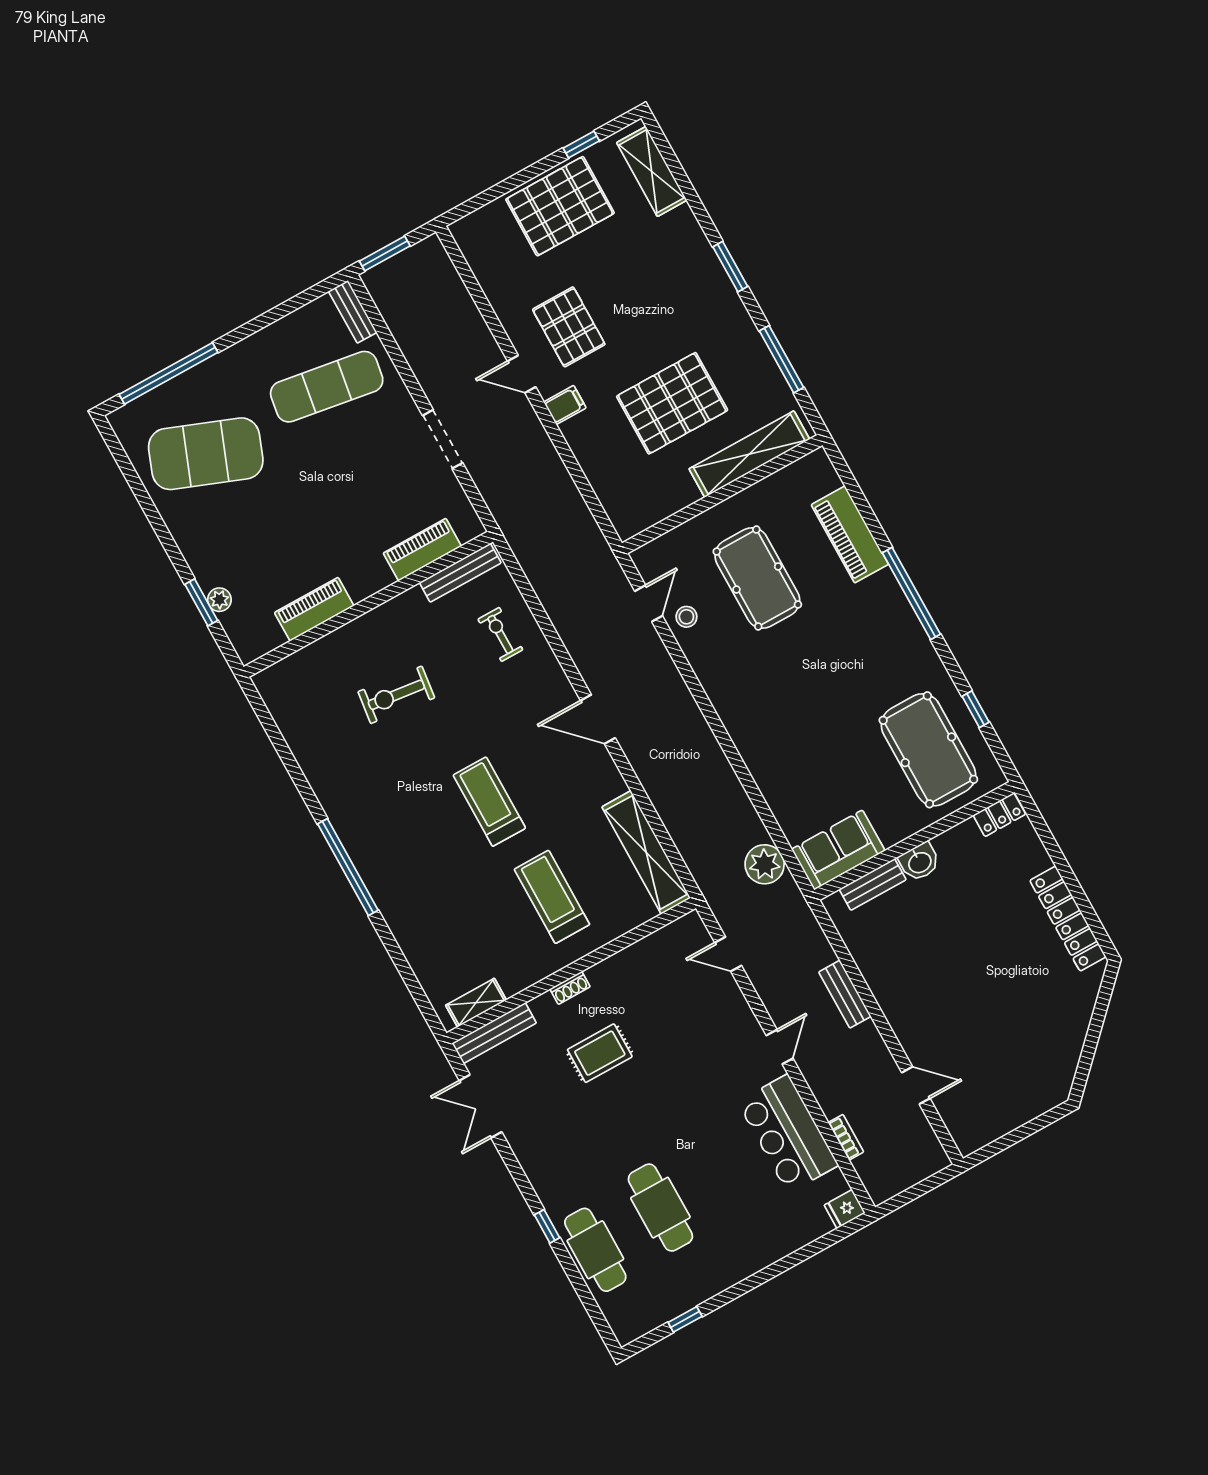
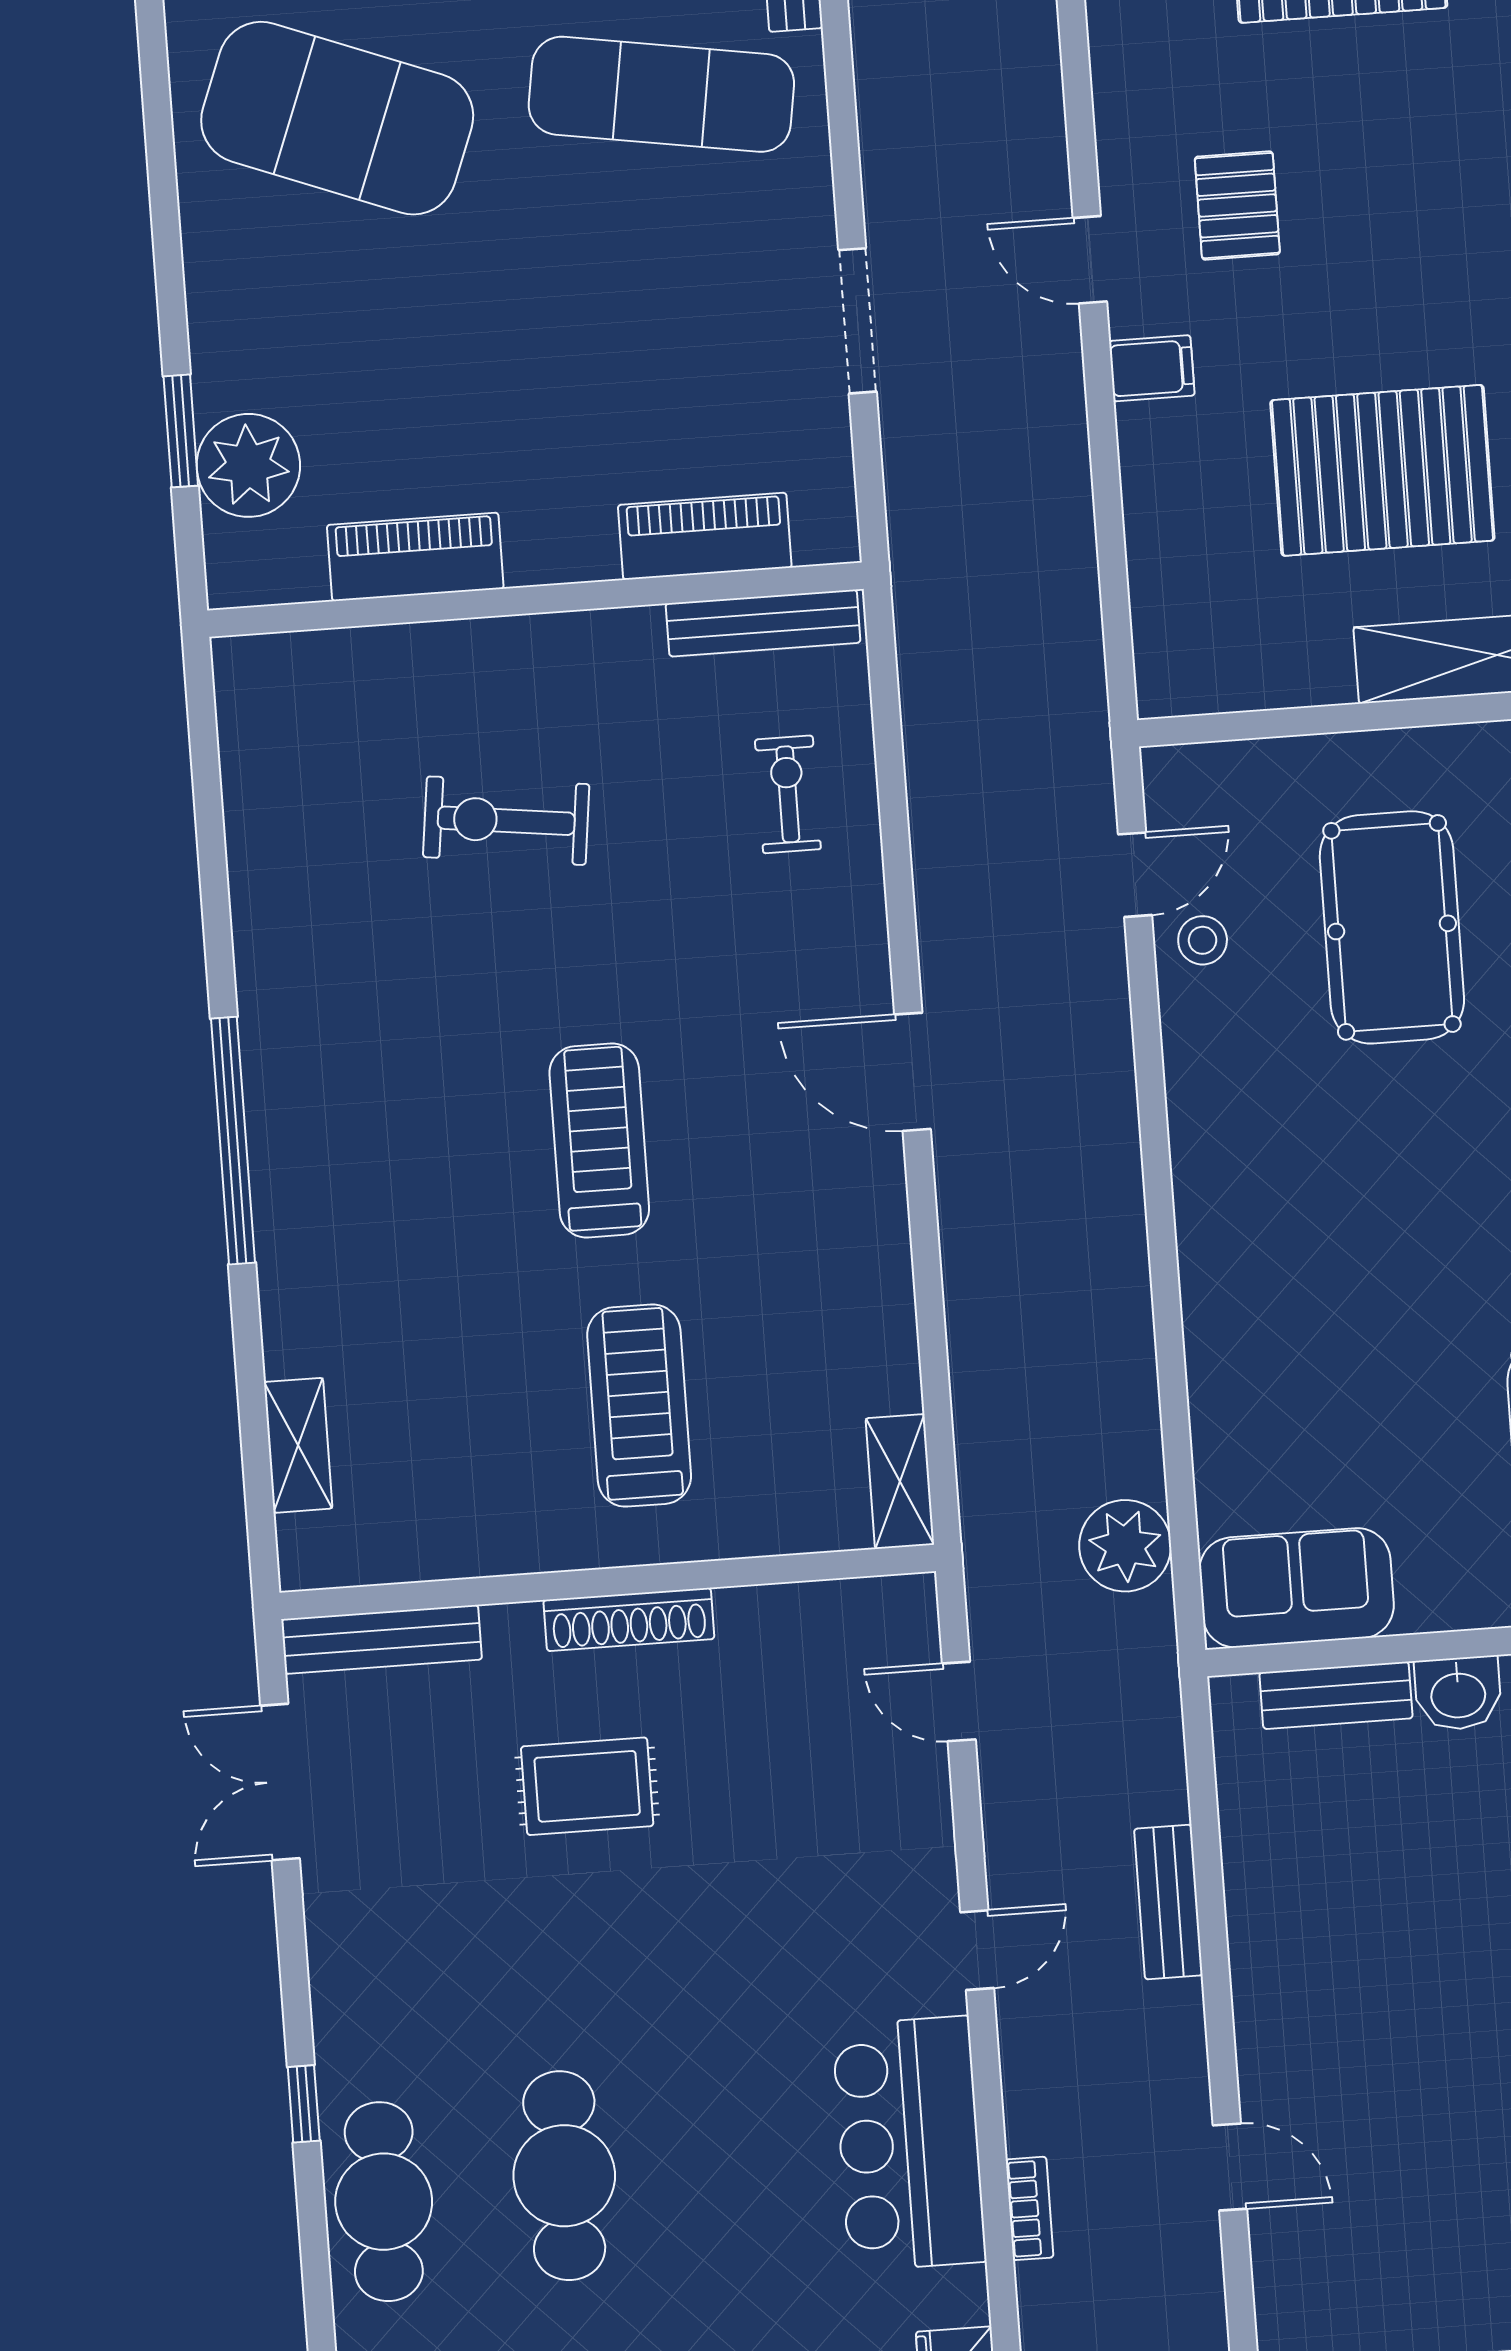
pallet: (569, 327) -> (1237, 206), width x0.67, depth x0.71
plant: (219, 600) -> (248, 465), width x1.87, depth x1.87
shelving: (646, 852) -> (900, 1481), width x0.45, depth x0.75
shoe rack: (570, 988) -> (629, 1620), width x1.94, depth x1.24
shelving: (476, 1003) -> (298, 1445), moved, turned 90

